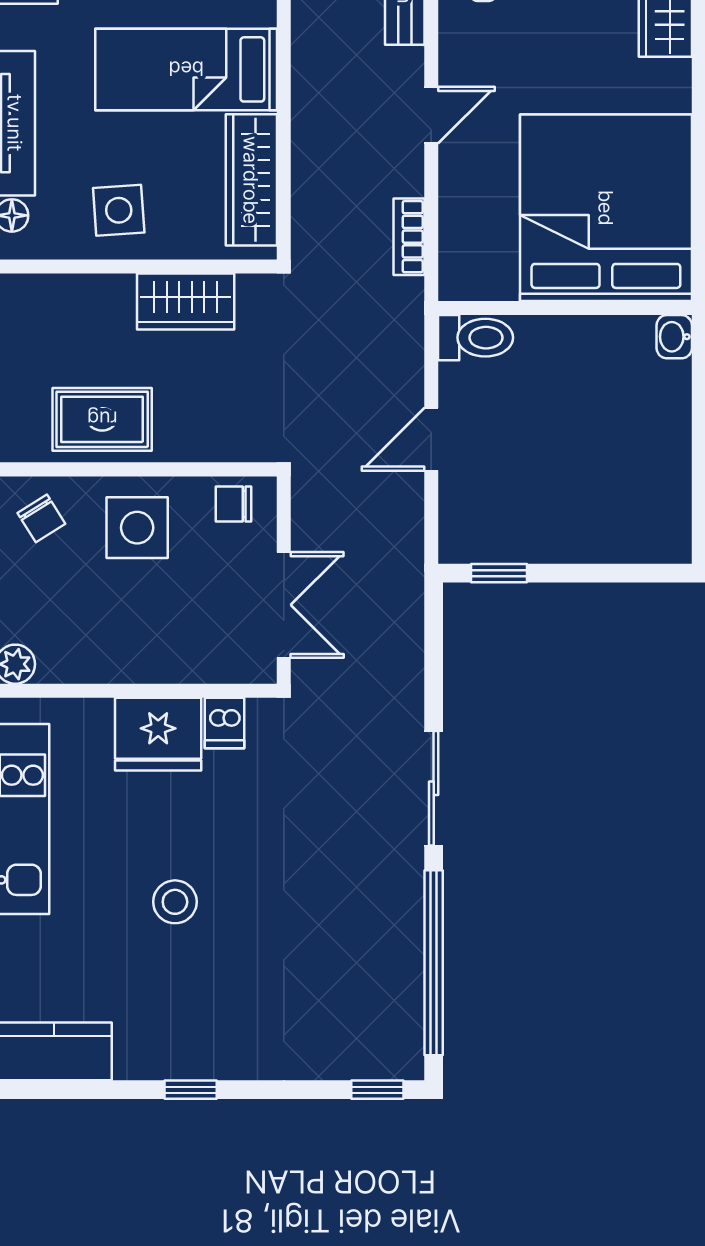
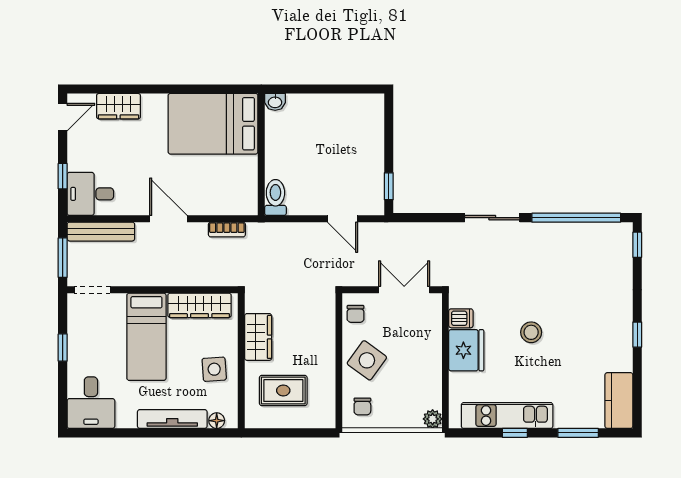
door: (431, 115) -> (168, 219), width x1.38
bed: (606, 208) -> (213, 124), width x0.73
rug: (102, 419) -> (283, 390), moved, turned 90
door: (431, 439) -> (343, 219), moved
chair: (41, 518) -> (362, 406), turned 122
side table: (137, 528) -> (367, 360), turned 36
stool: (175, 902) -> (531, 332), moved

